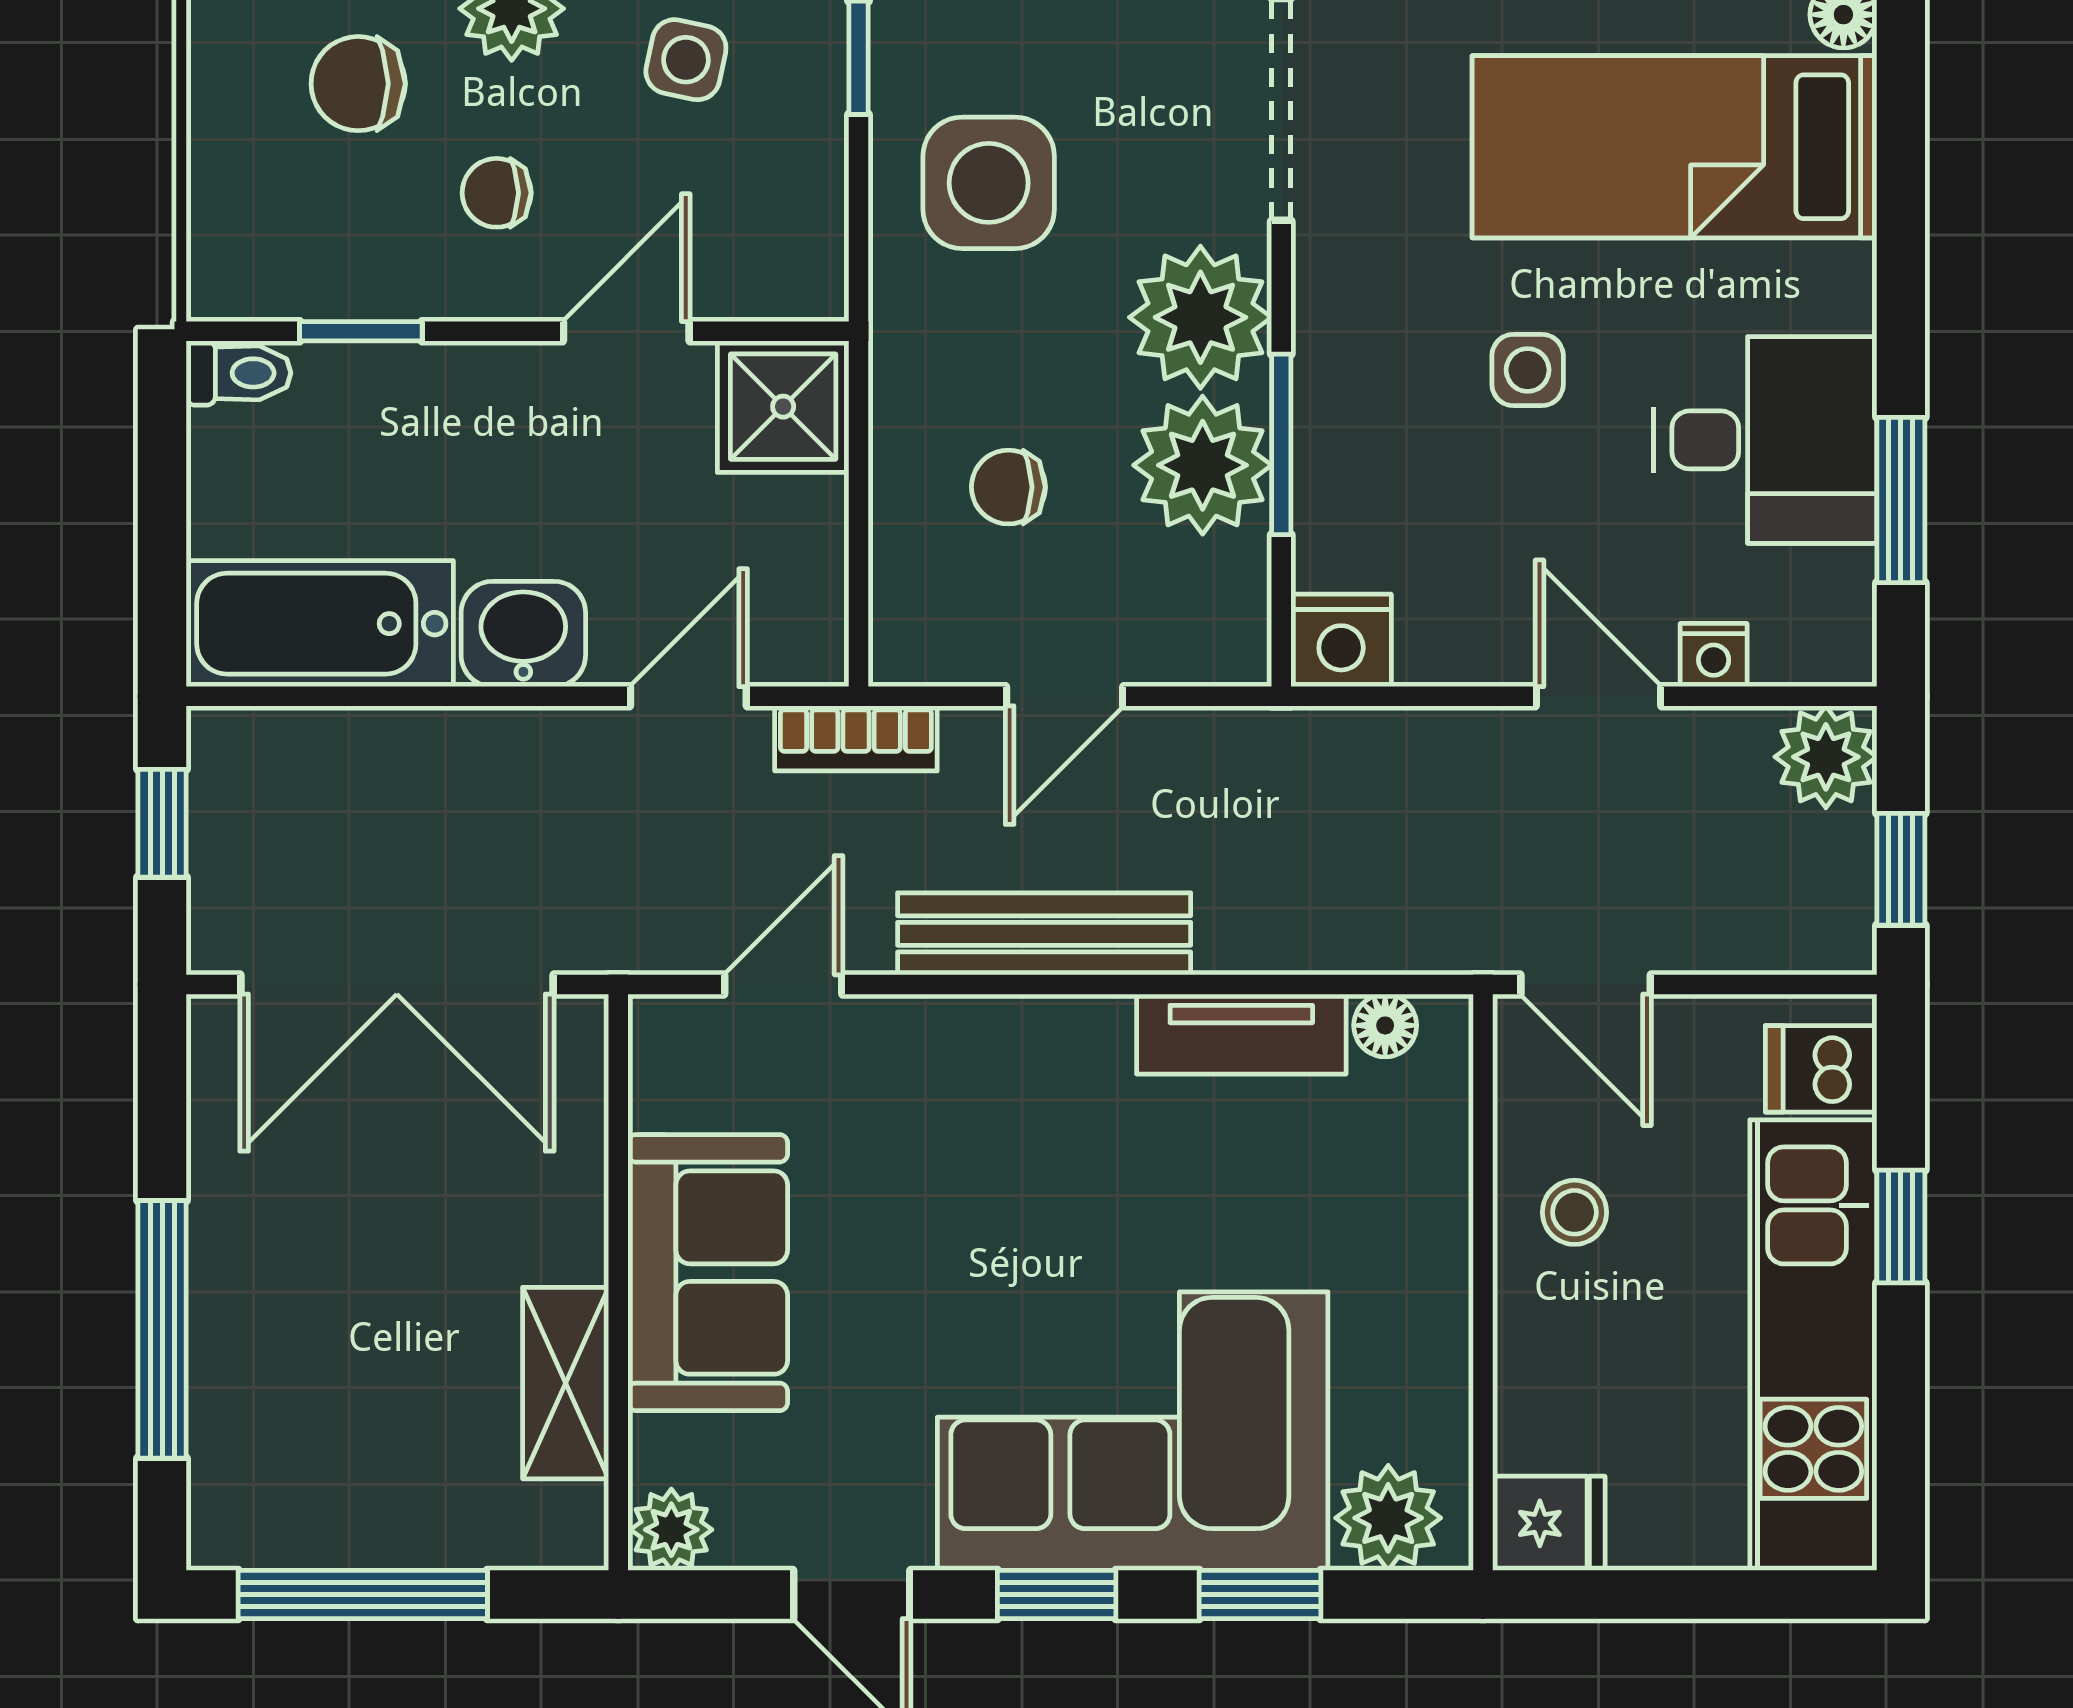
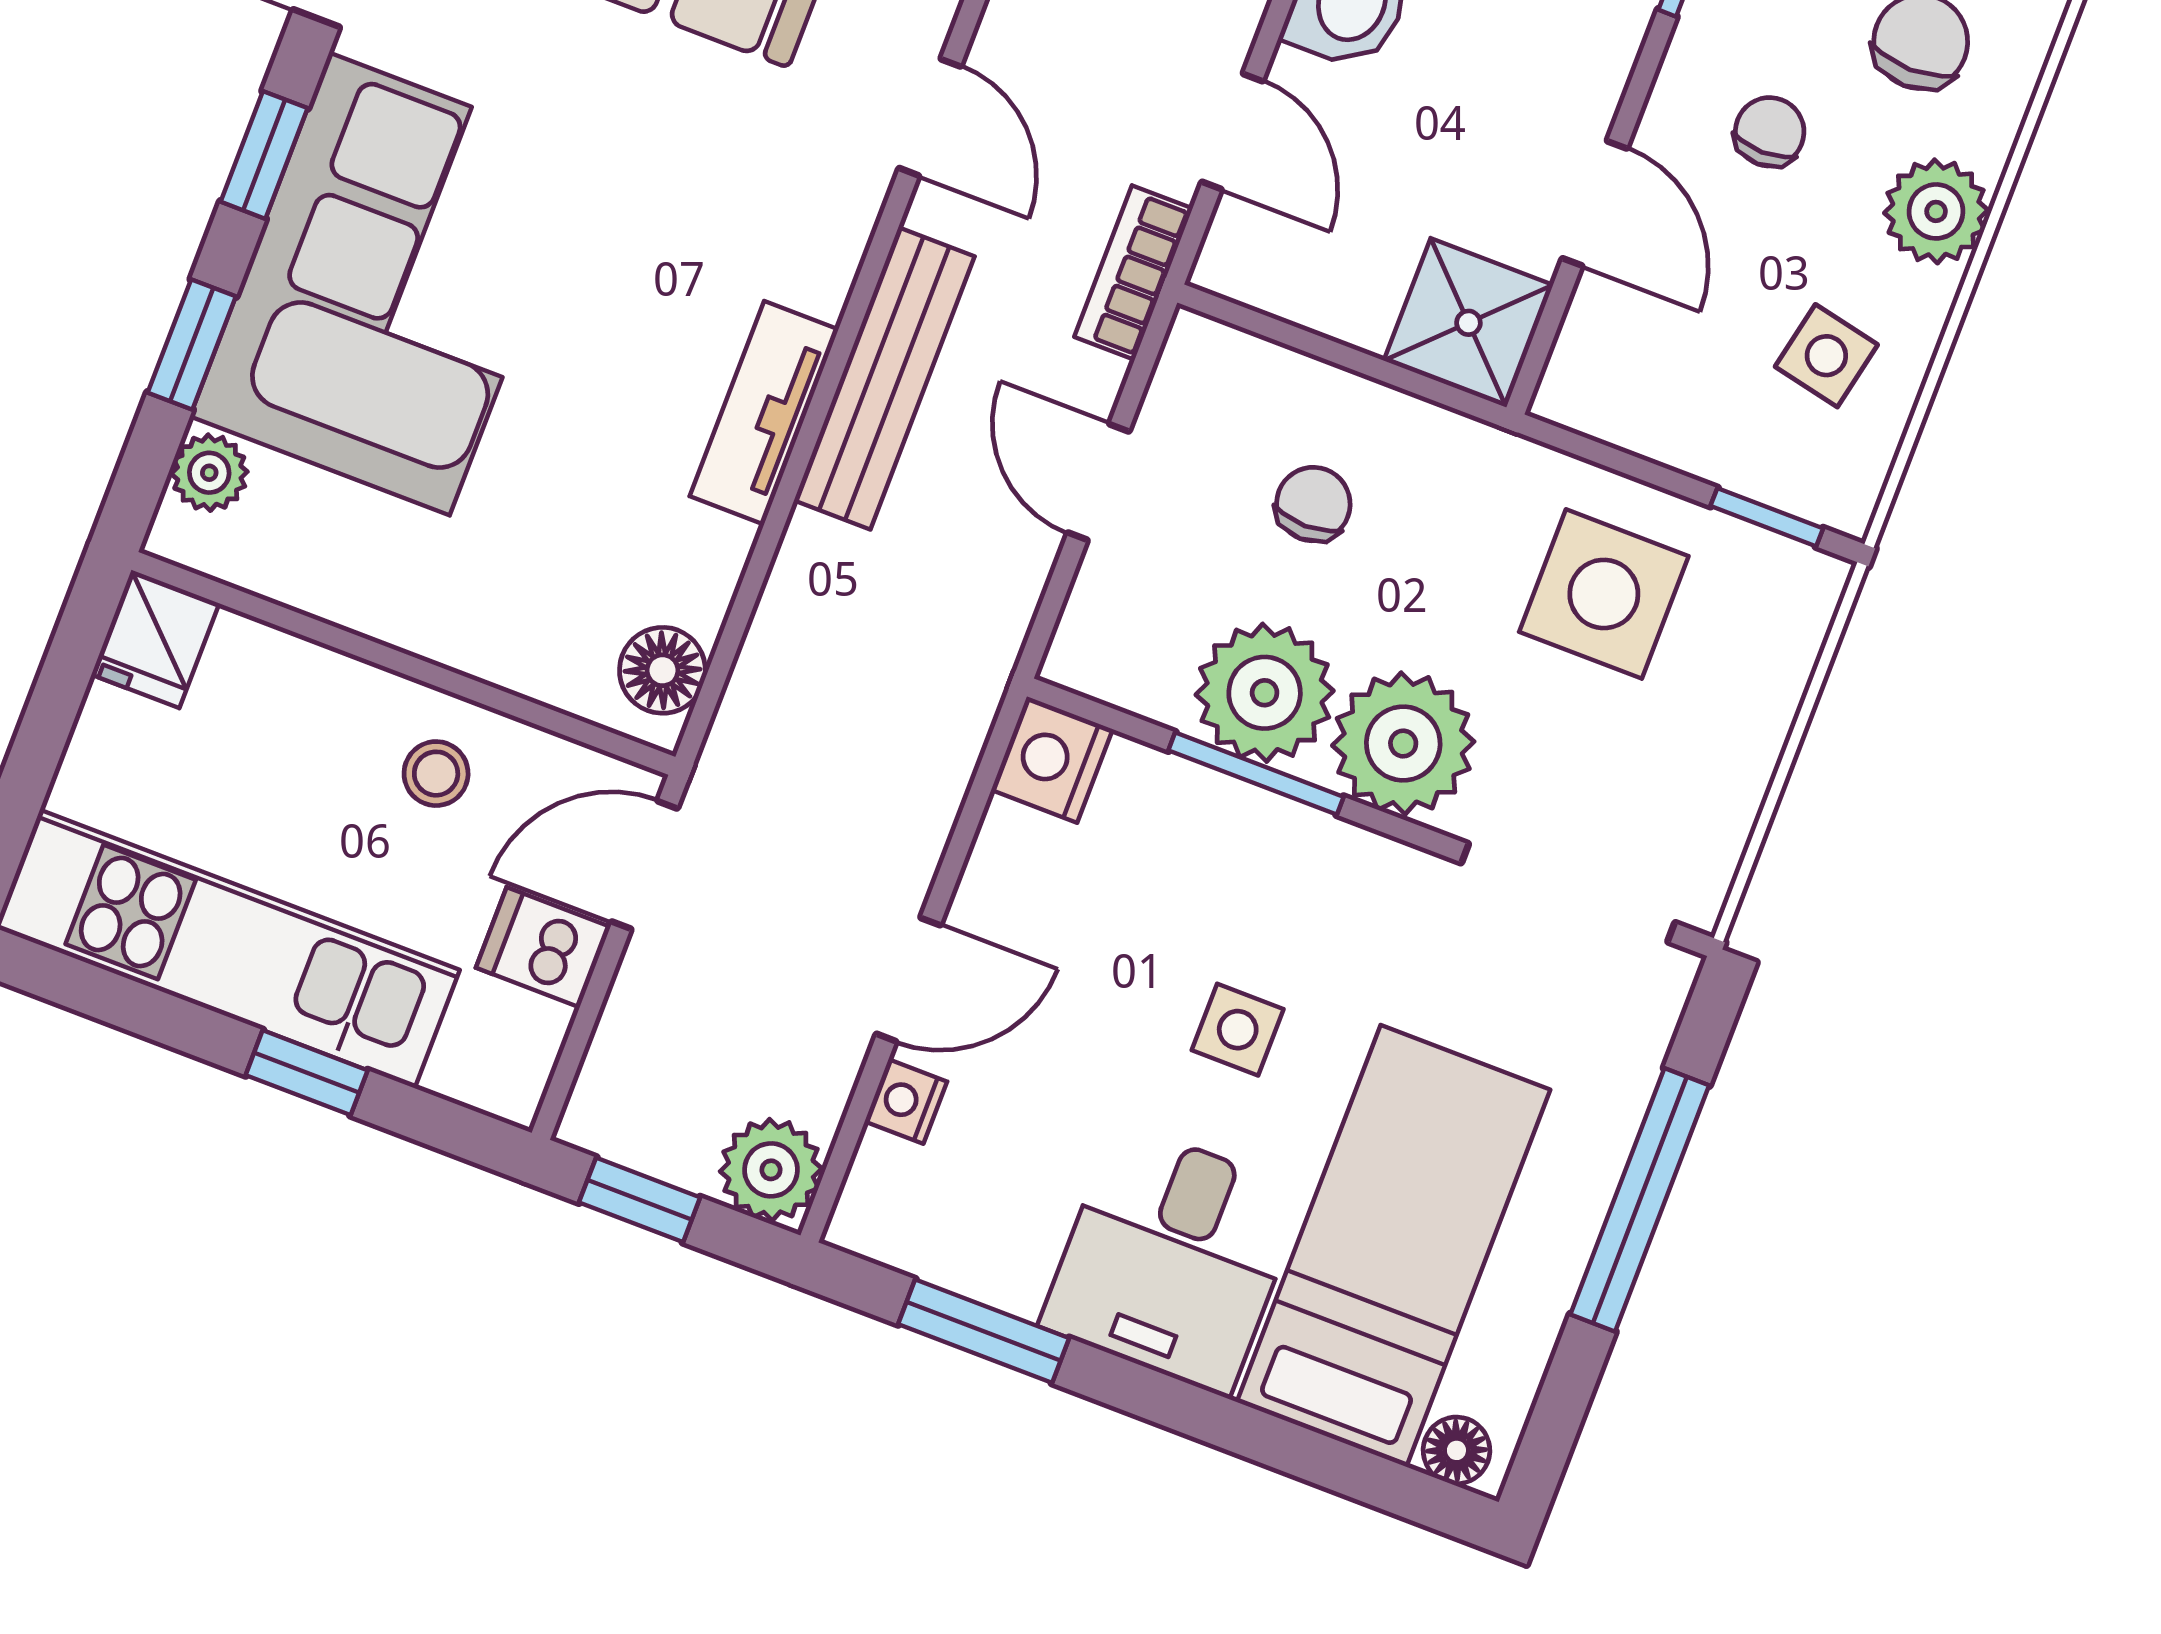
desk: (1765, 440) -> (1173, 1259), moved
floor lamp: (1385, 1025) -> (662, 670), width x1.37, depth x1.37
tv unit: (1241, 1034) -> (764, 413), moved
dishwasher: (1821, 1069) -> (543, 947), moved, turned -90
plant: (1388, 1518) -> (209, 473), width x0.73, depth x0.73

